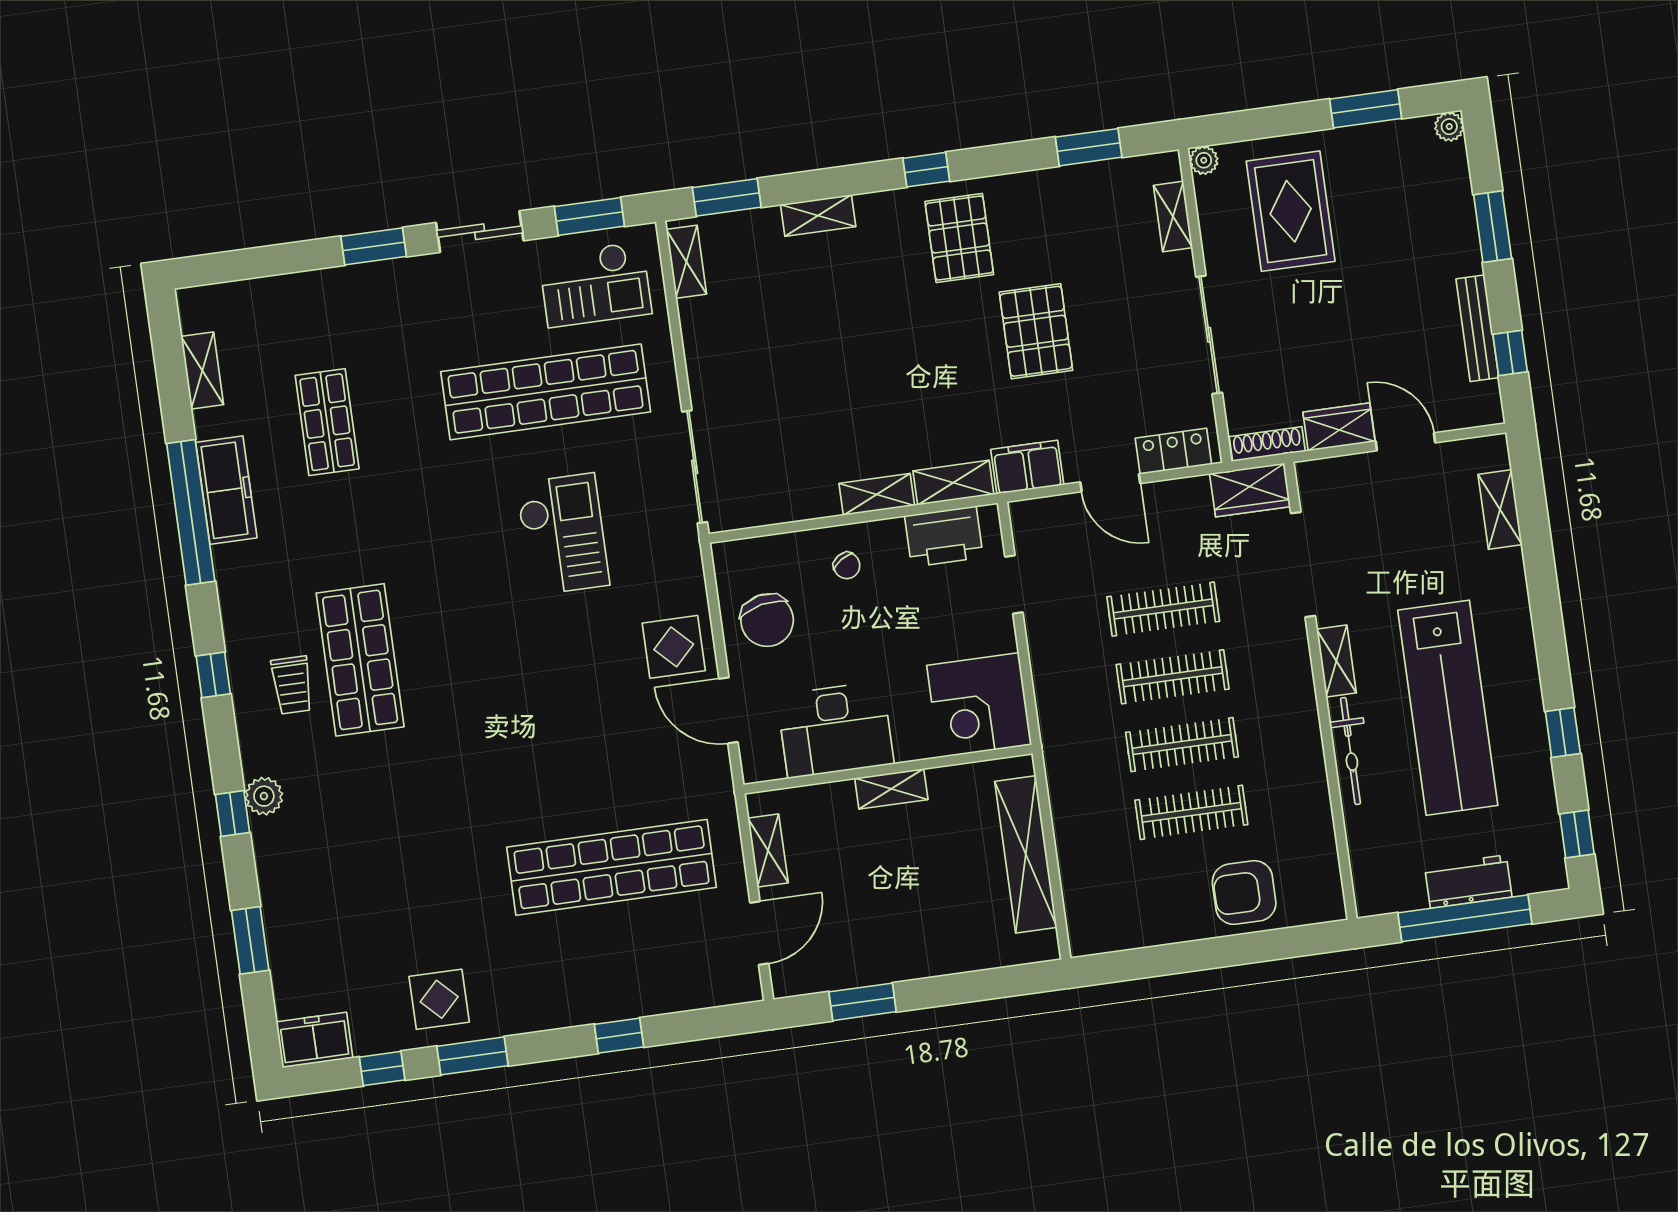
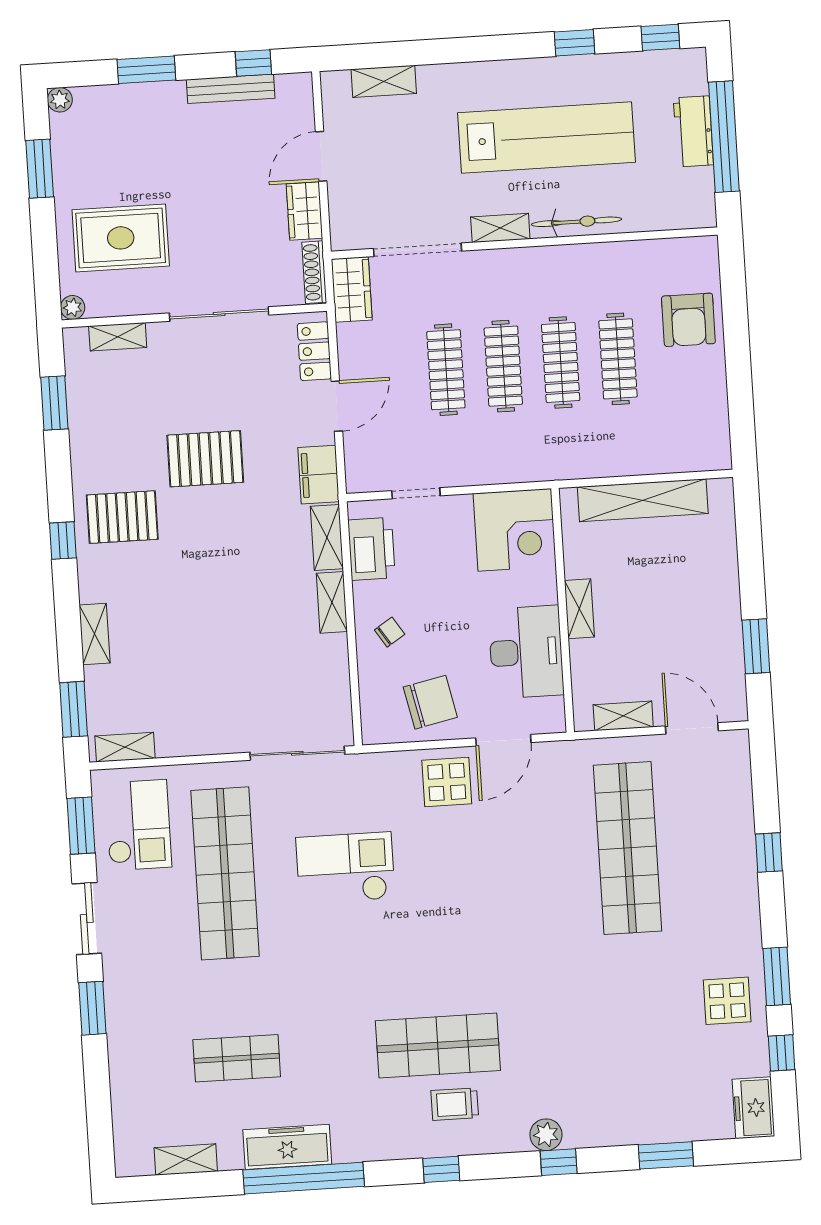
trolley: (292, 685) -> (455, 1104), turned 180

